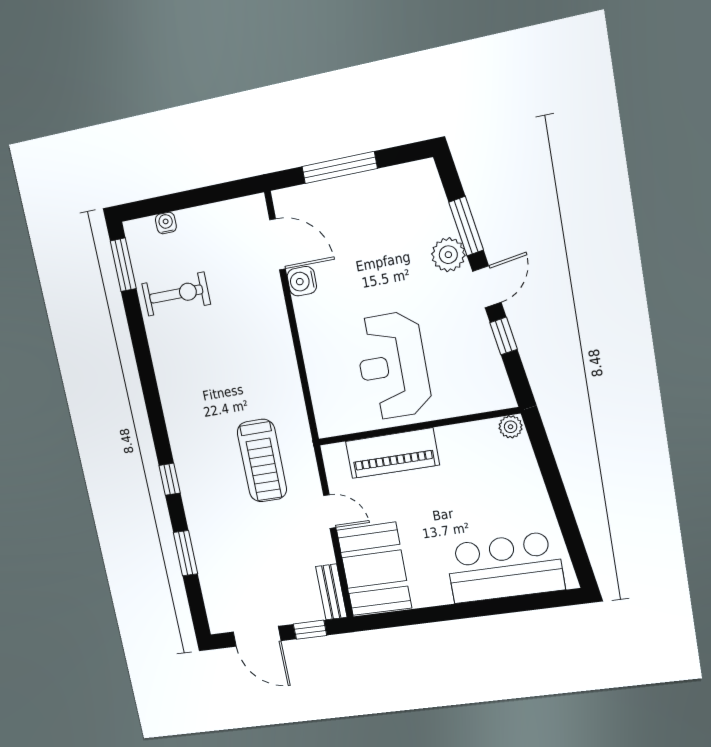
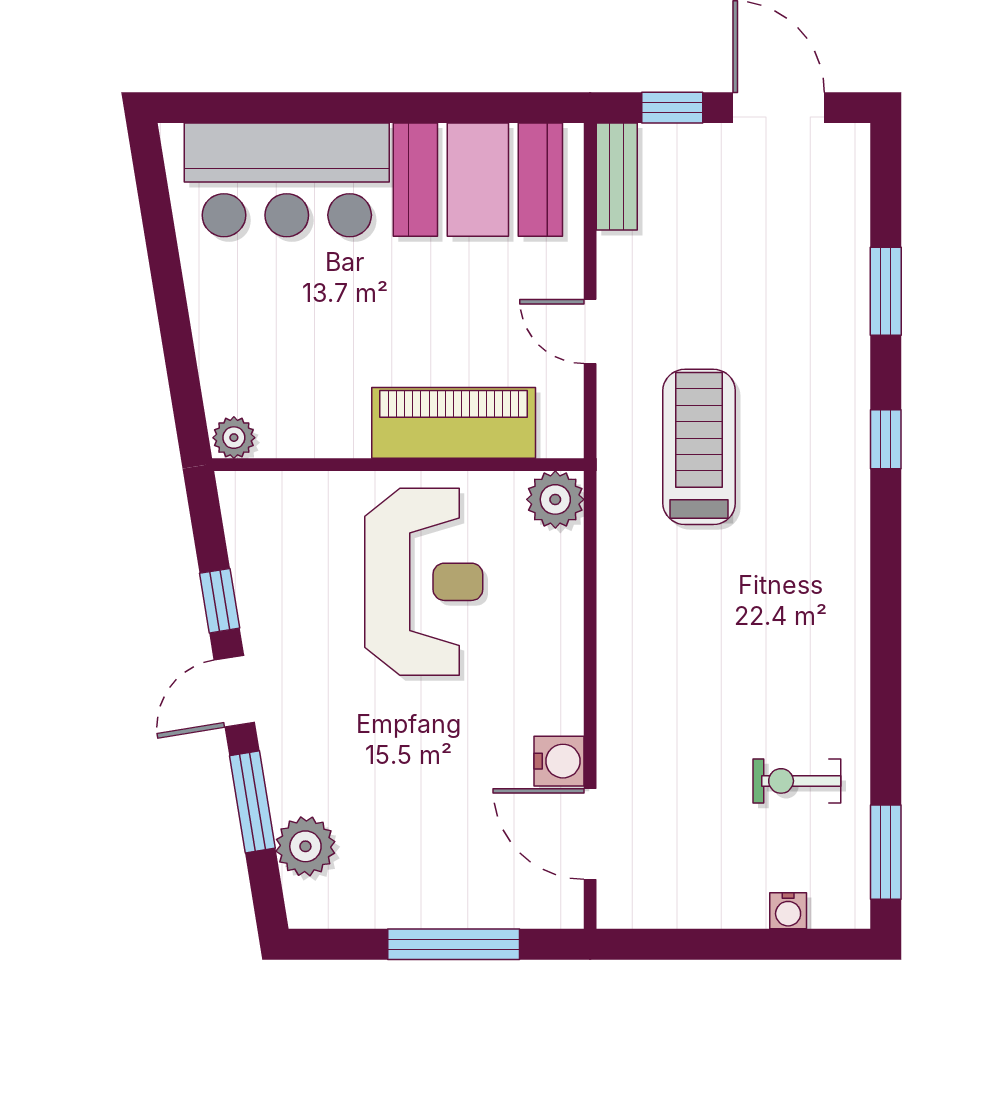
plant: (448, 255) -> (305, 846), moved
exercise bike: (176, 294) -> (797, 781), width x0.73, depth x0.72
plant: (331, 421) -> (555, 499), added
booth: (374, 569) -> (478, 180), moved, turned 90

